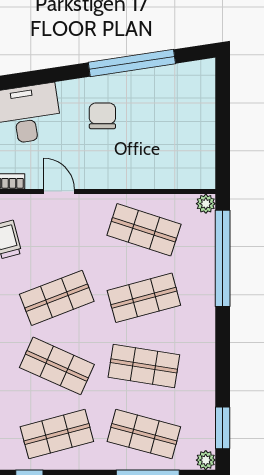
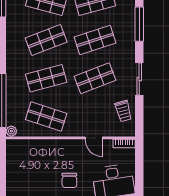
shop shelf: (57, 366) -> (95, 40), turned -42
shop shelf: (144, 366) -> (46, 40), turned -30

